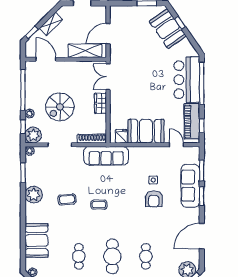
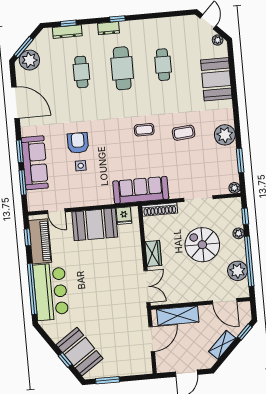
spiral stairs: (60, 107) -> (202, 245), turned -90
plant: (33, 135) -> (238, 271), moved
door: (202, 236) -> (16, 103), hinge flipped

